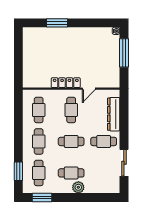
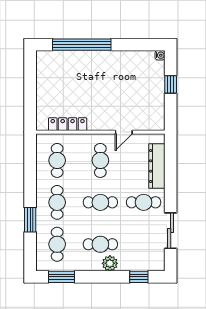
window: (57, 23) -> (82, 45), width x2.11
window: (124, 53) -> (171, 84), width x0.46
locker: (66, 83) -> (68, 124), moved
window: (18, 171) -> (30, 220), moved
window: (100, 197) -> (139, 277), added

